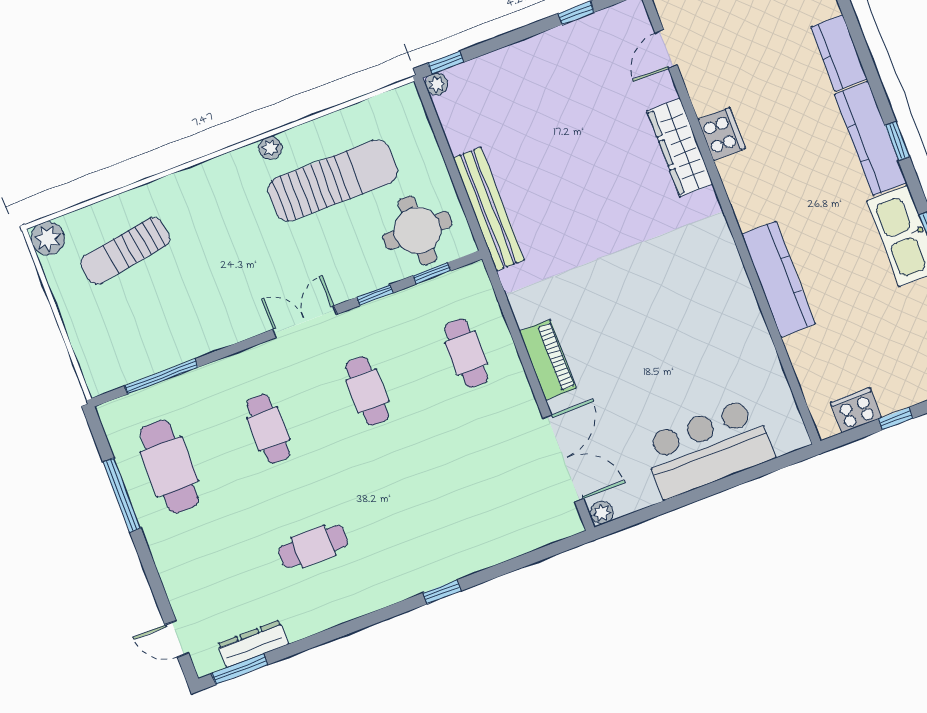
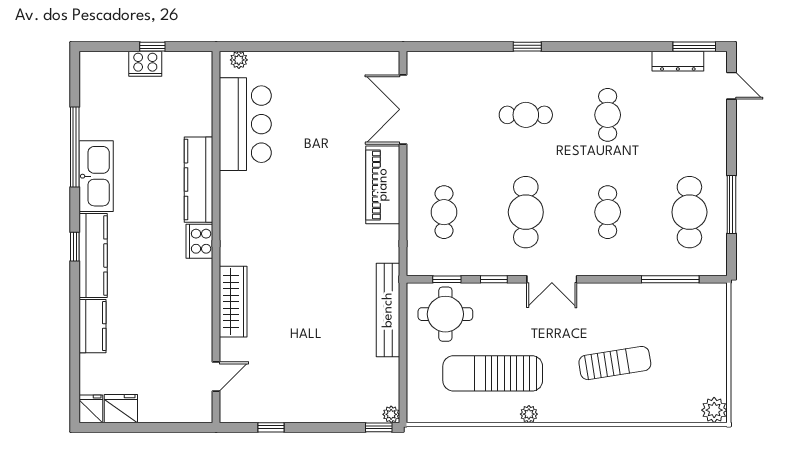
cooker: (722, 134) -> (199, 241), moved
sun lounger: (125, 251) -> (615, 363), moved
piano: (548, 360) -> (383, 185), width x1.37, depth x1.33
cafe table: (367, 391) -> (526, 212), width x1.37, depth x1.35
cooker: (856, 410) -> (145, 64), moved
bar counter: (708, 448) -> (245, 124), moved, turned -90
cafe table: (412, 509) -> (526, 115), added
plant: (602, 513) -> (239, 60), moved
cafe table: (313, 546) -> (608, 115), turned 90

